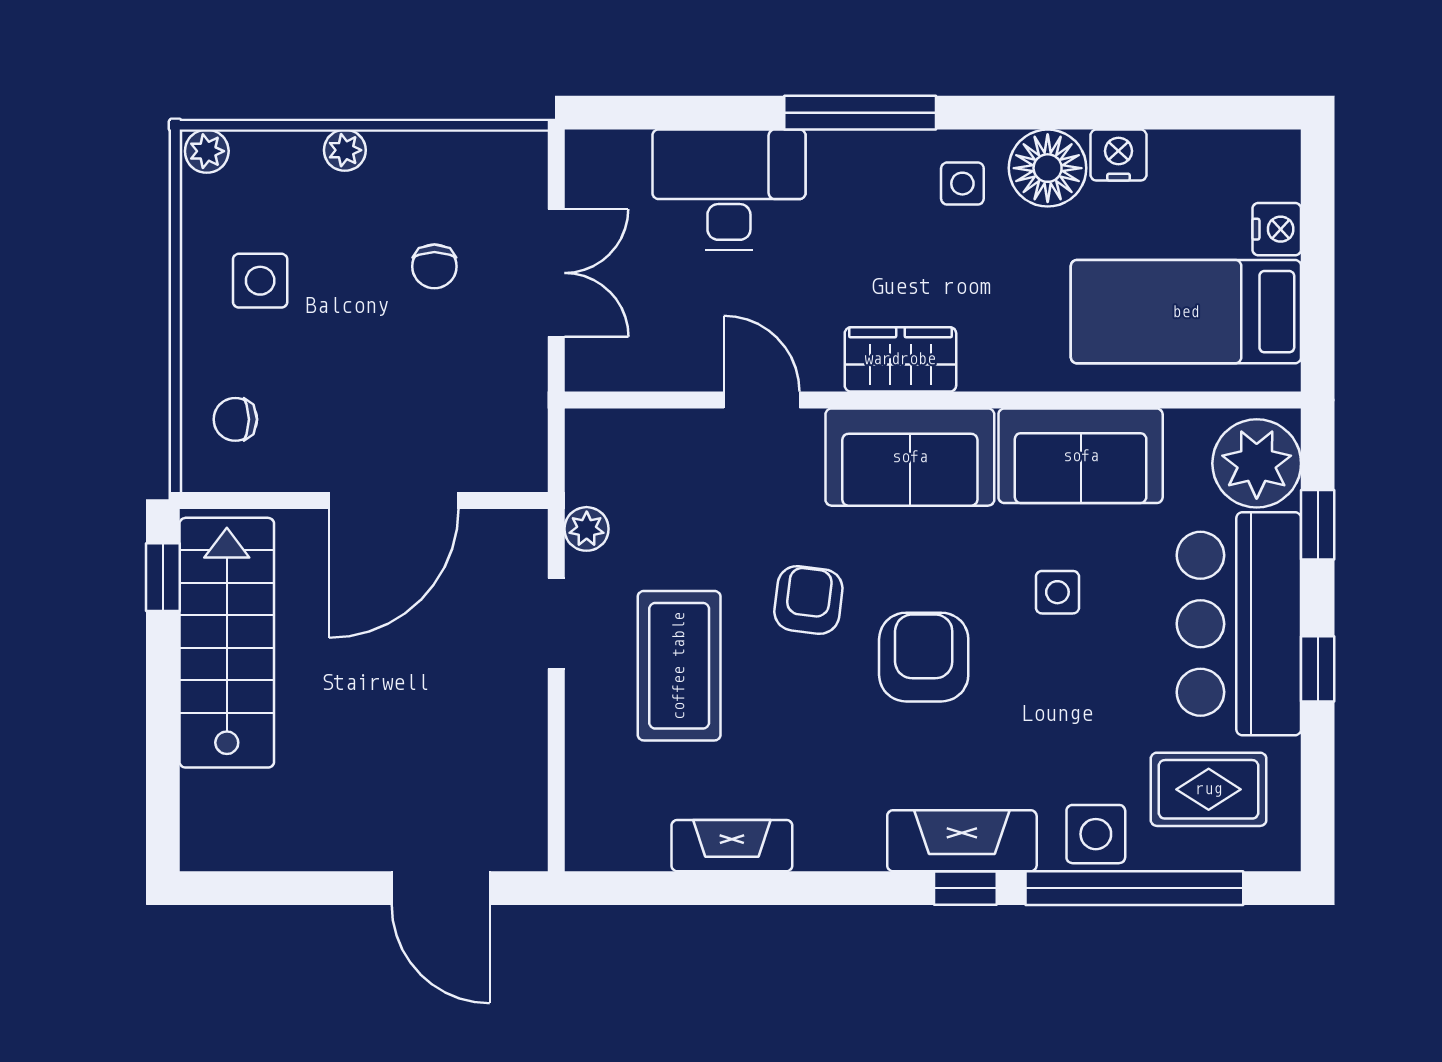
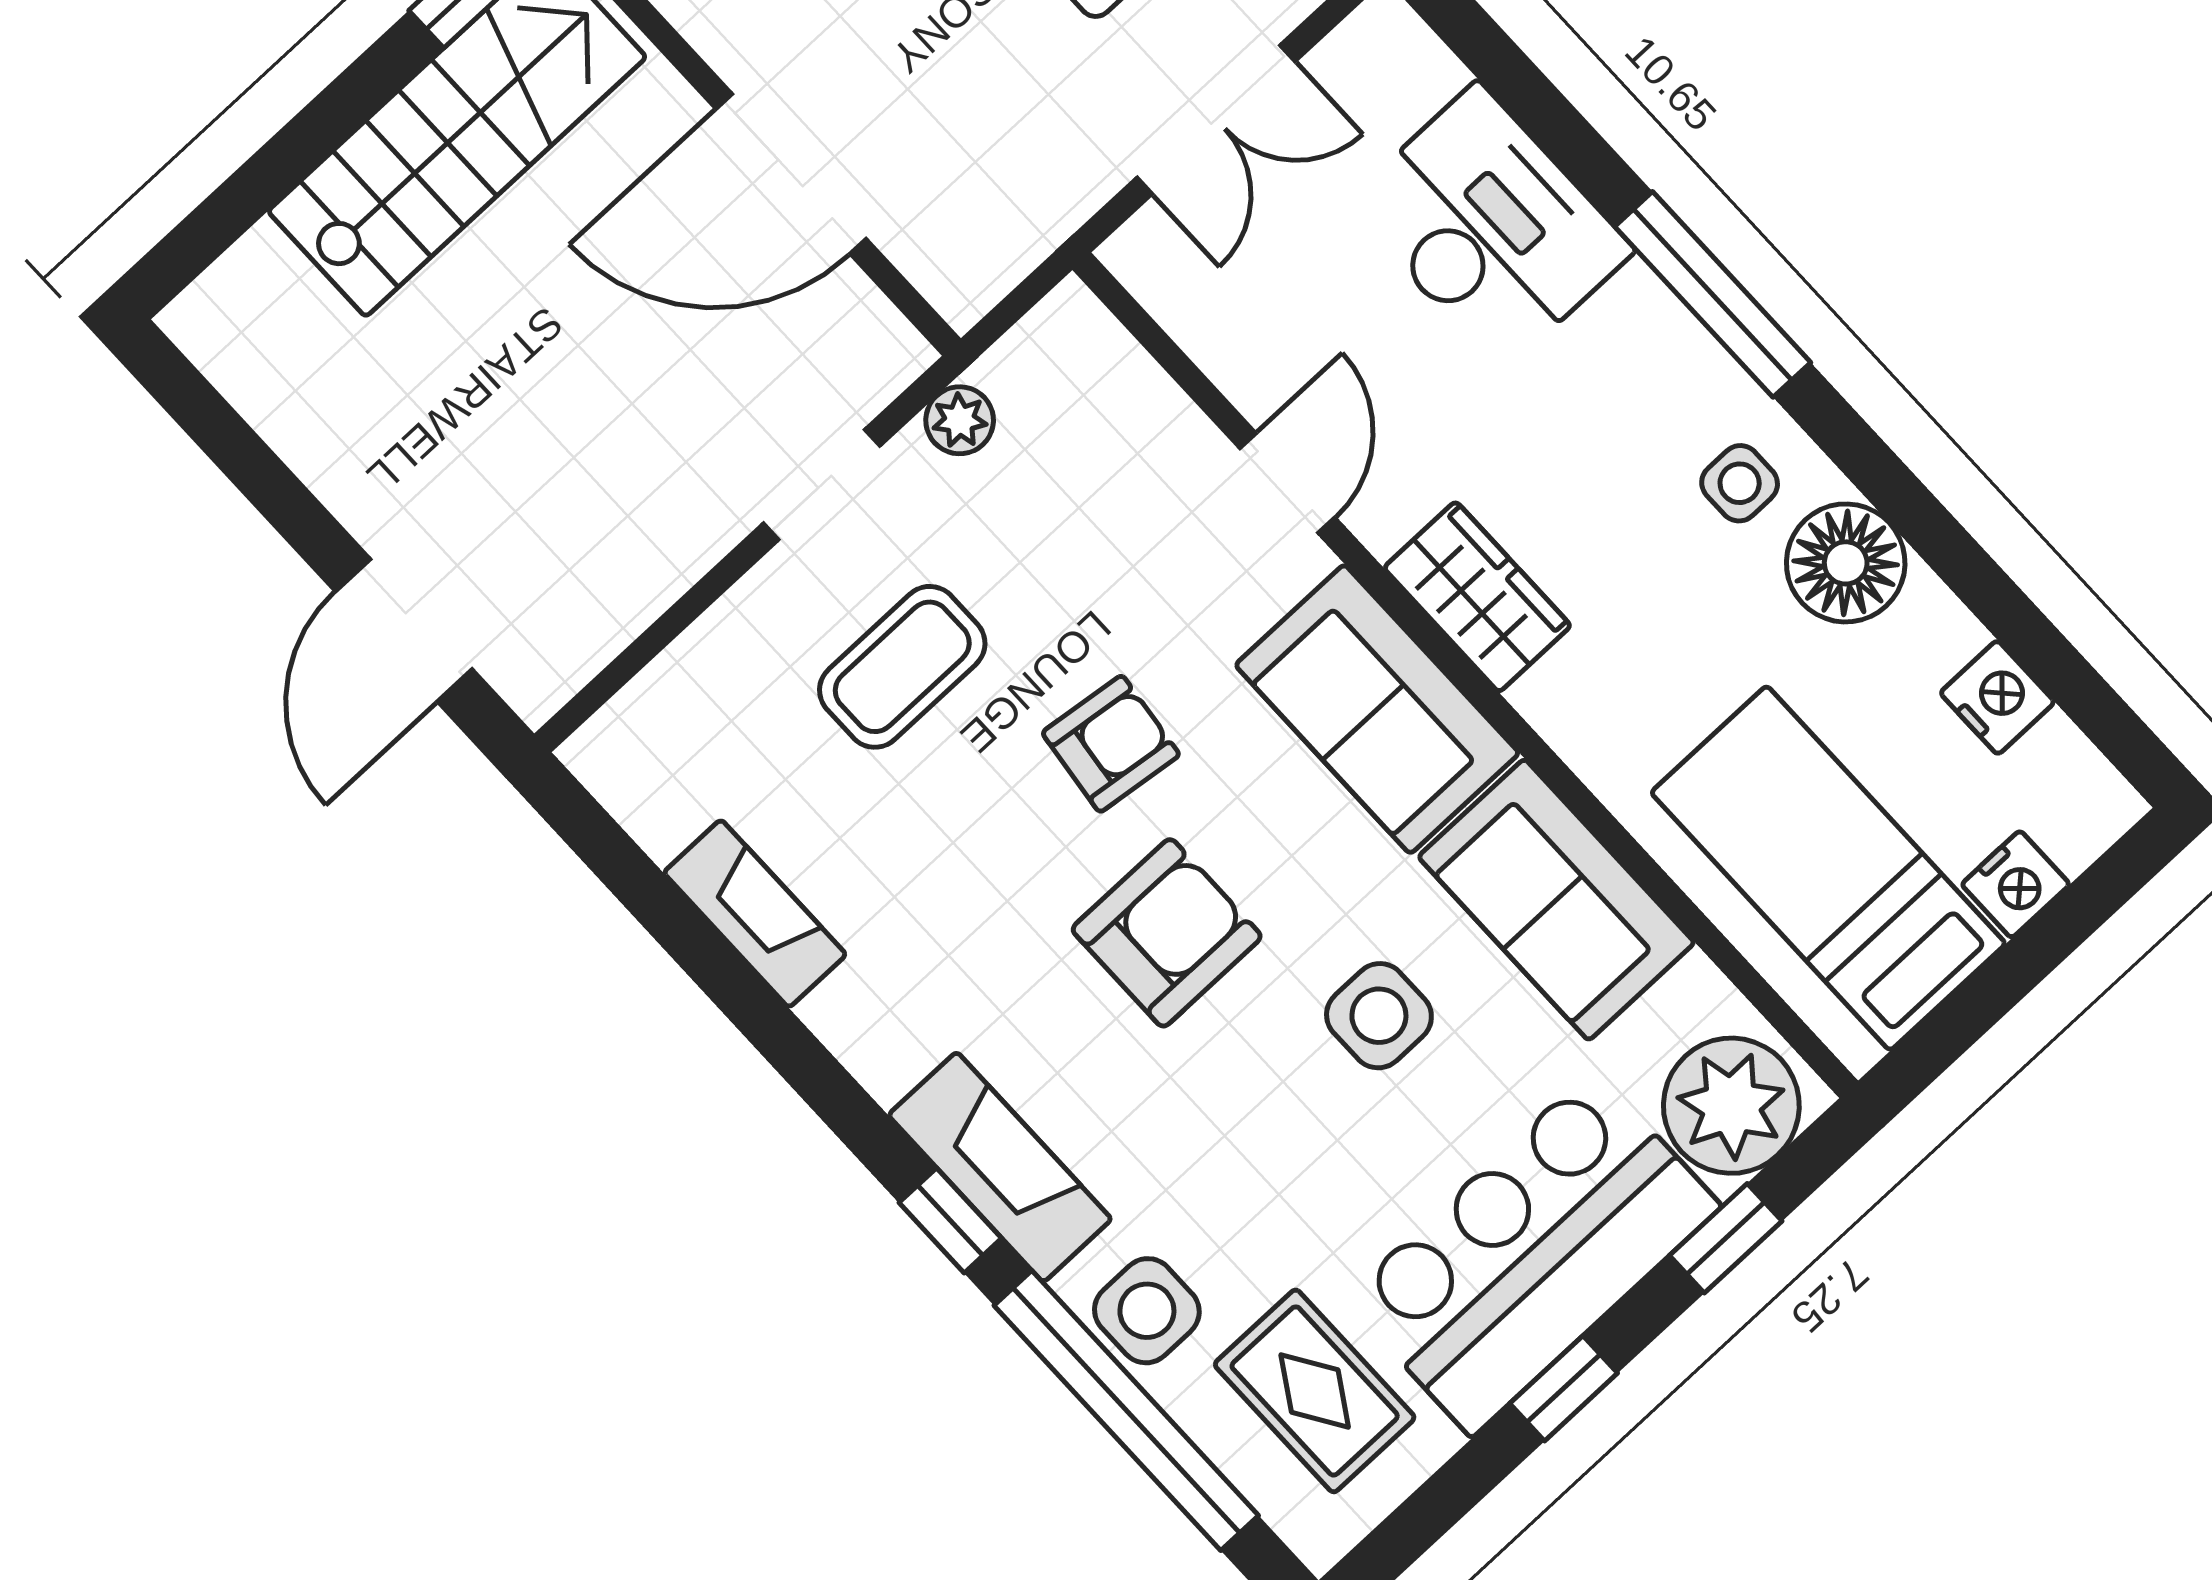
nightstand: (1119, 155) -> (1997, 697), moved
side table: (1057, 592) -> (1379, 1016), width x1.37, depth x1.37
coffee table: (679, 666) -> (902, 667), width x0.73, depth x0.76

